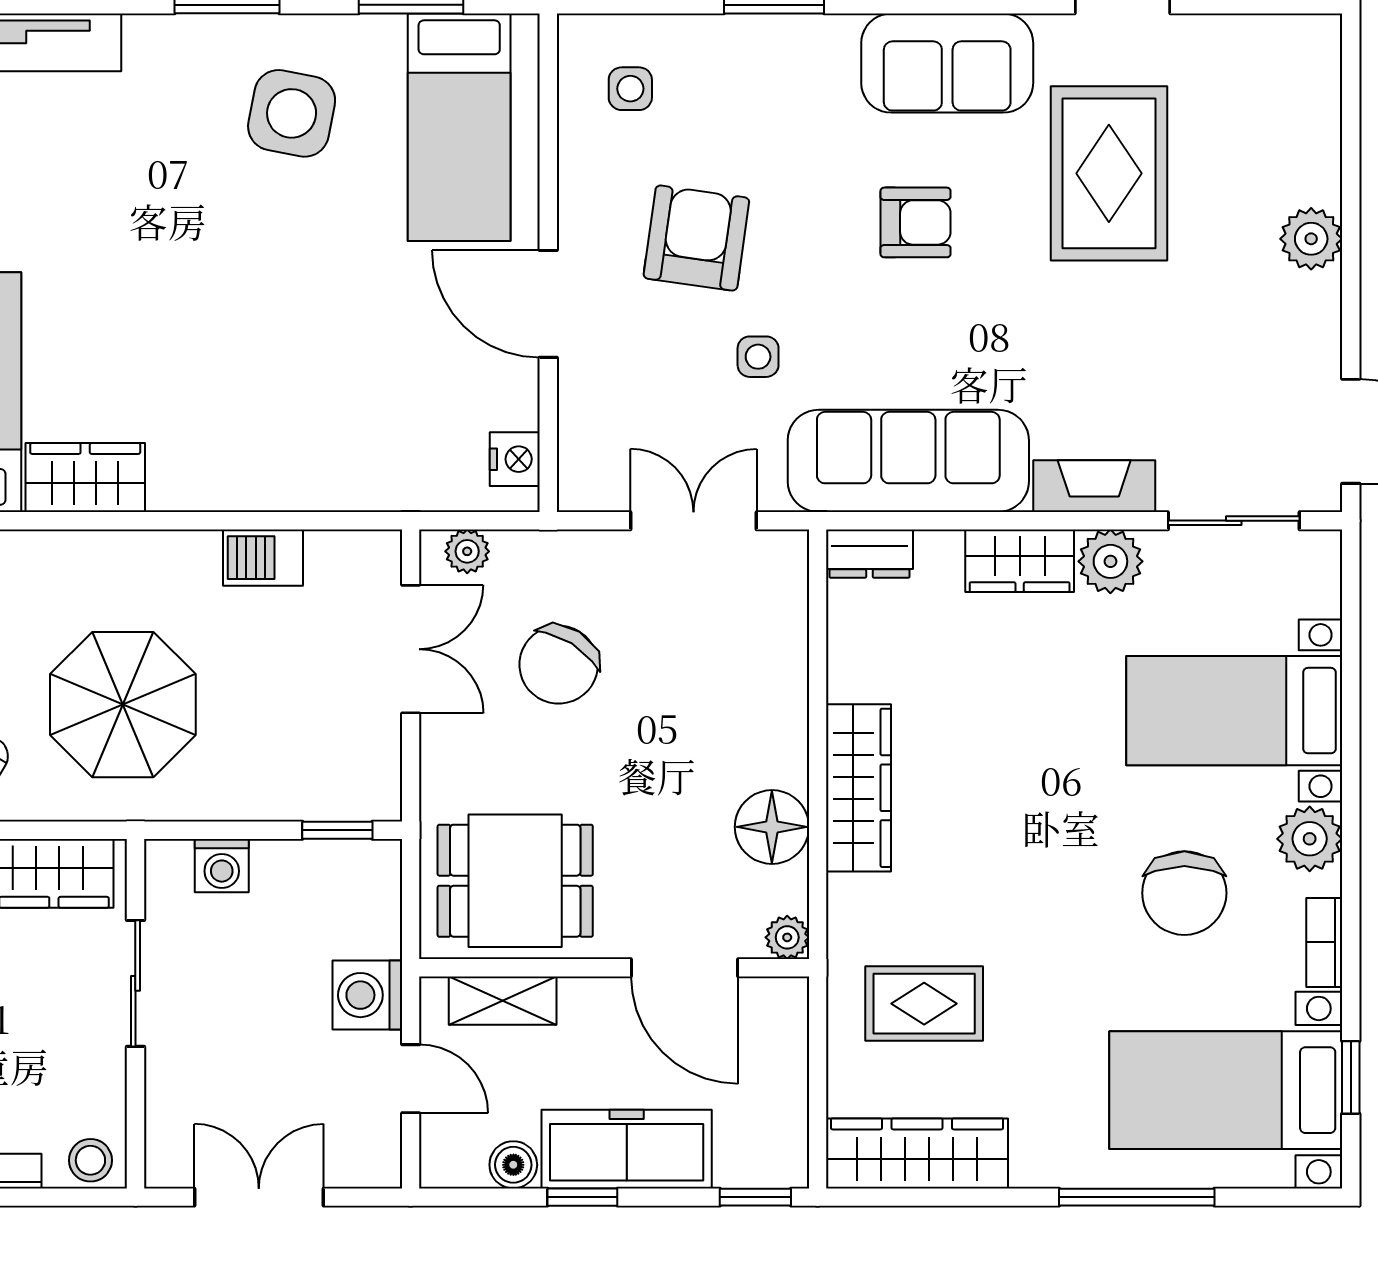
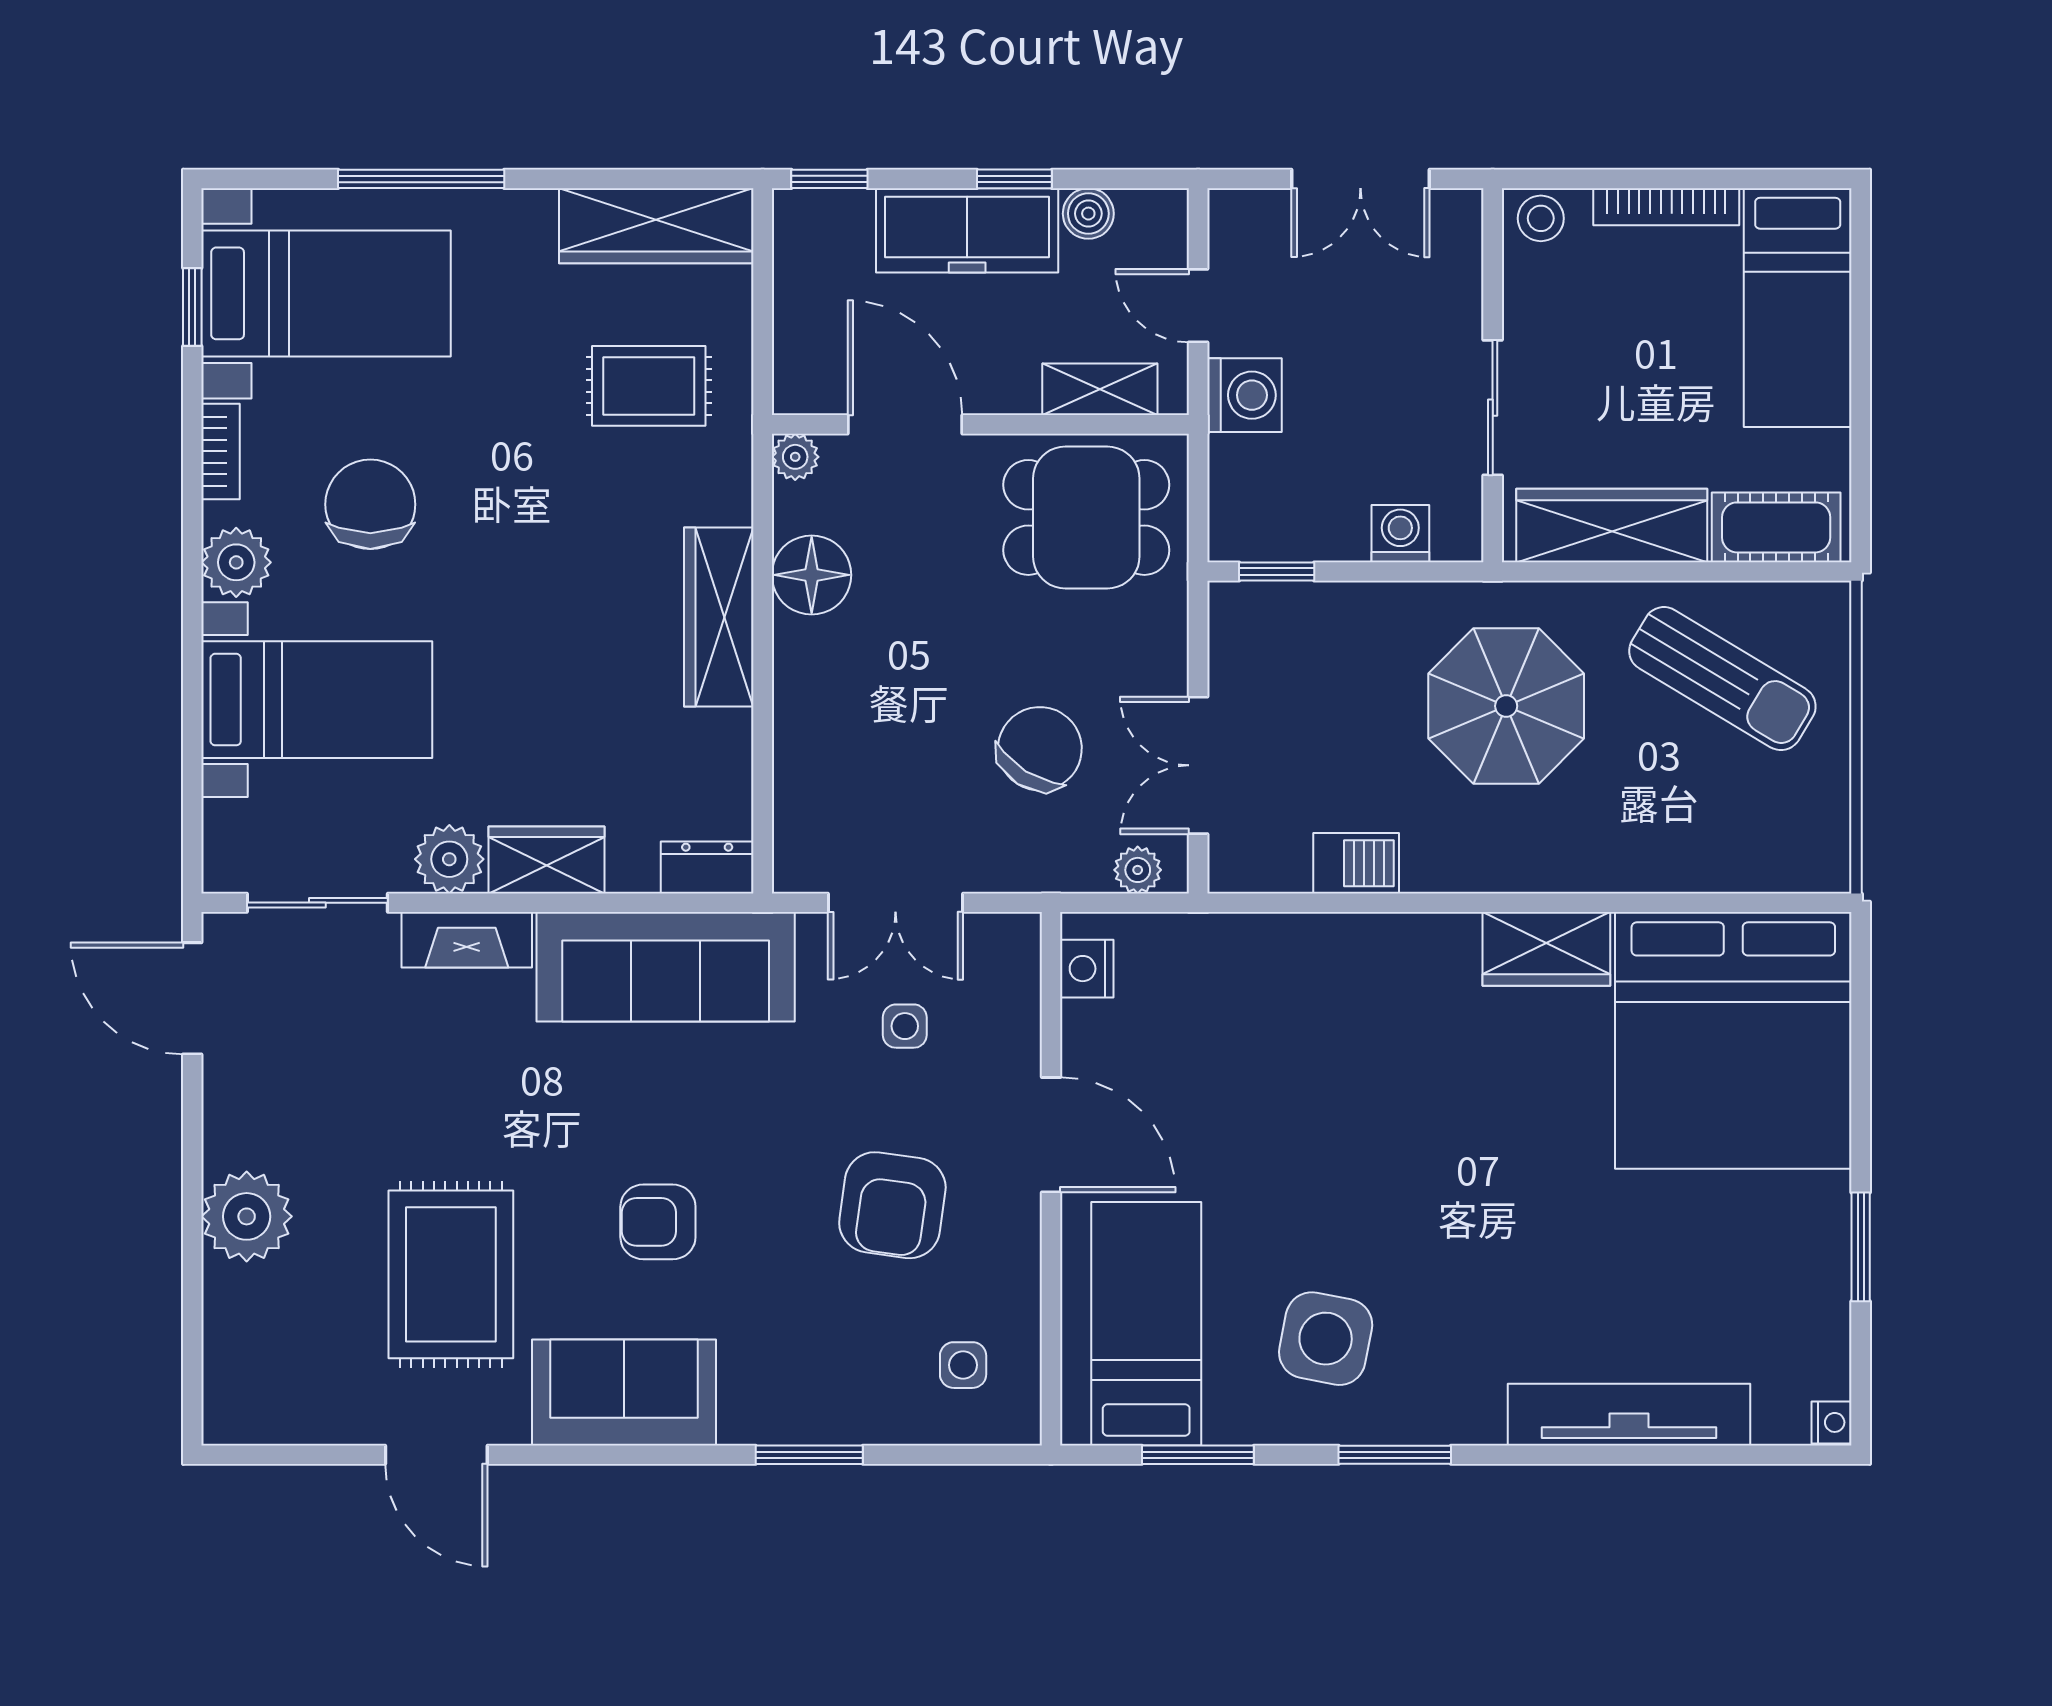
plant: (1311, 239) -> (247, 1216), width x1.36, depth x1.36
side table: (758, 357) -> (905, 1026), moved

